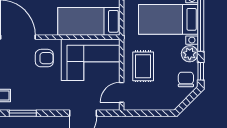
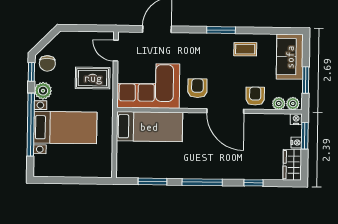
armchair: (44, 58) -> (197, 88), turned 90
rug: (143, 66) -> (93, 78), turned 90
door: (122, 92) -> (116, 51), swing flipped

